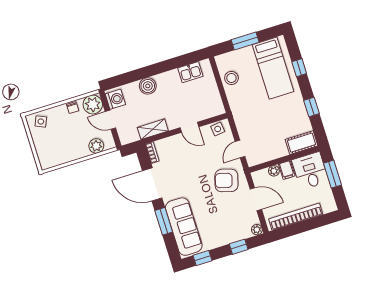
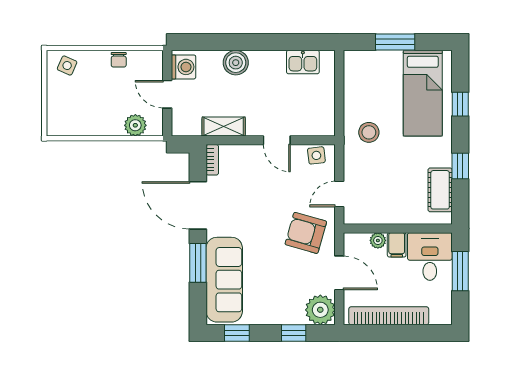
stool: (231, 78) -> (369, 132), moved
plant: (93, 104) -> (149, 64), removed
cot: (301, 143) -> (440, 190), moved, turned 90
plant: (257, 230) -> (320, 310), width x1.88, depth x1.88

